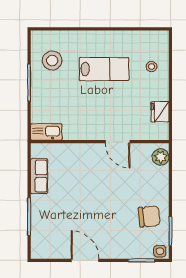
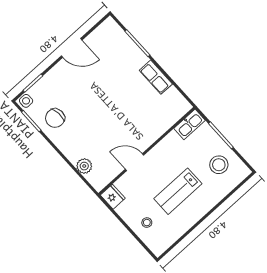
kitchen sink: (46, 132) -> (190, 124), moved
wall: (100, 142) -> (147, 151), moved
door: (118, 142) -> (134, 162), moved

